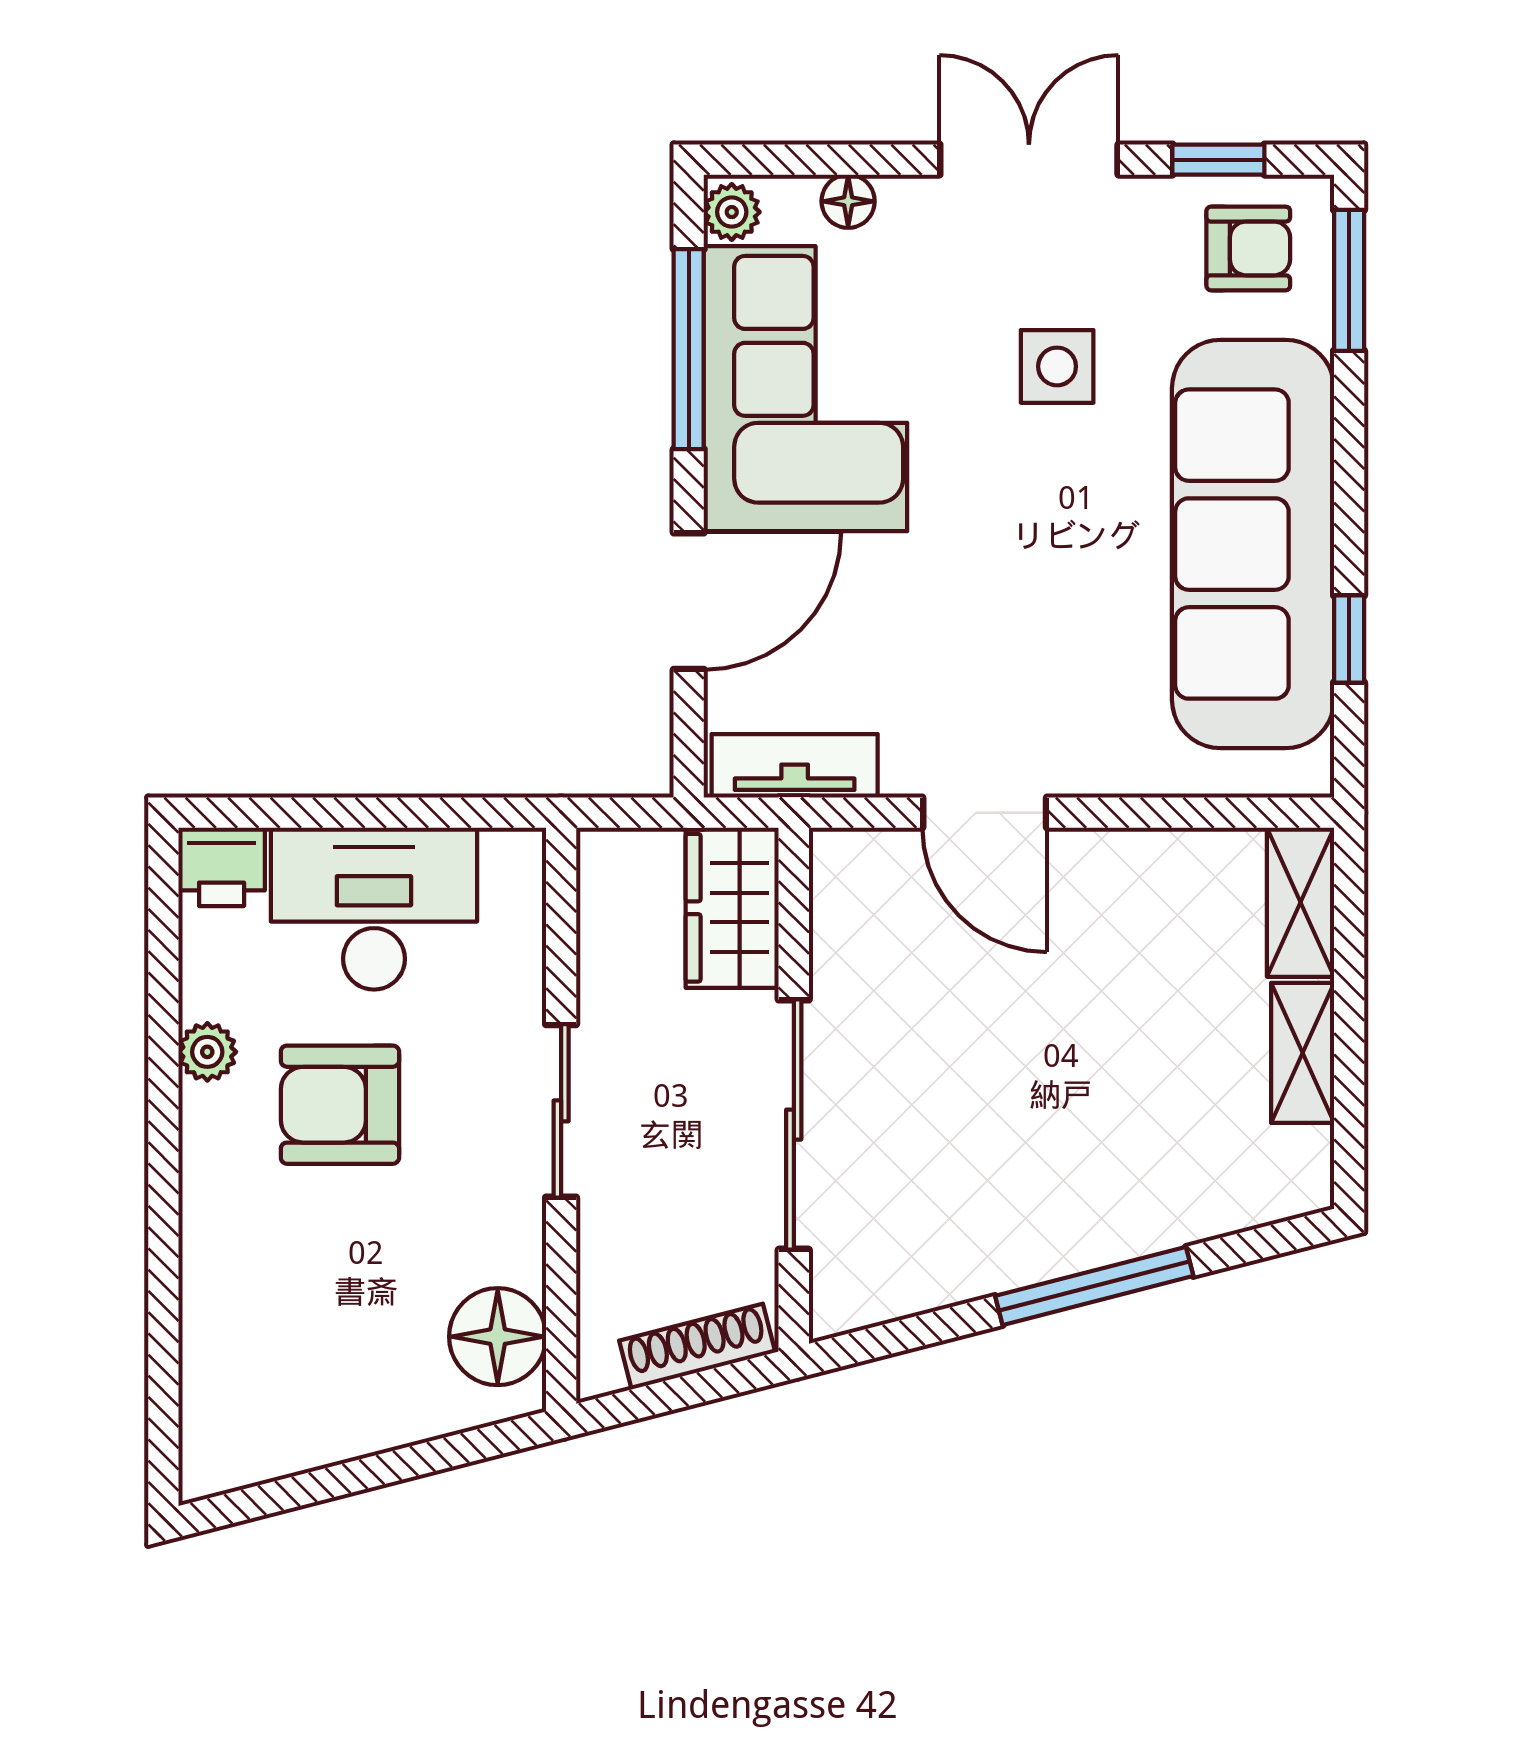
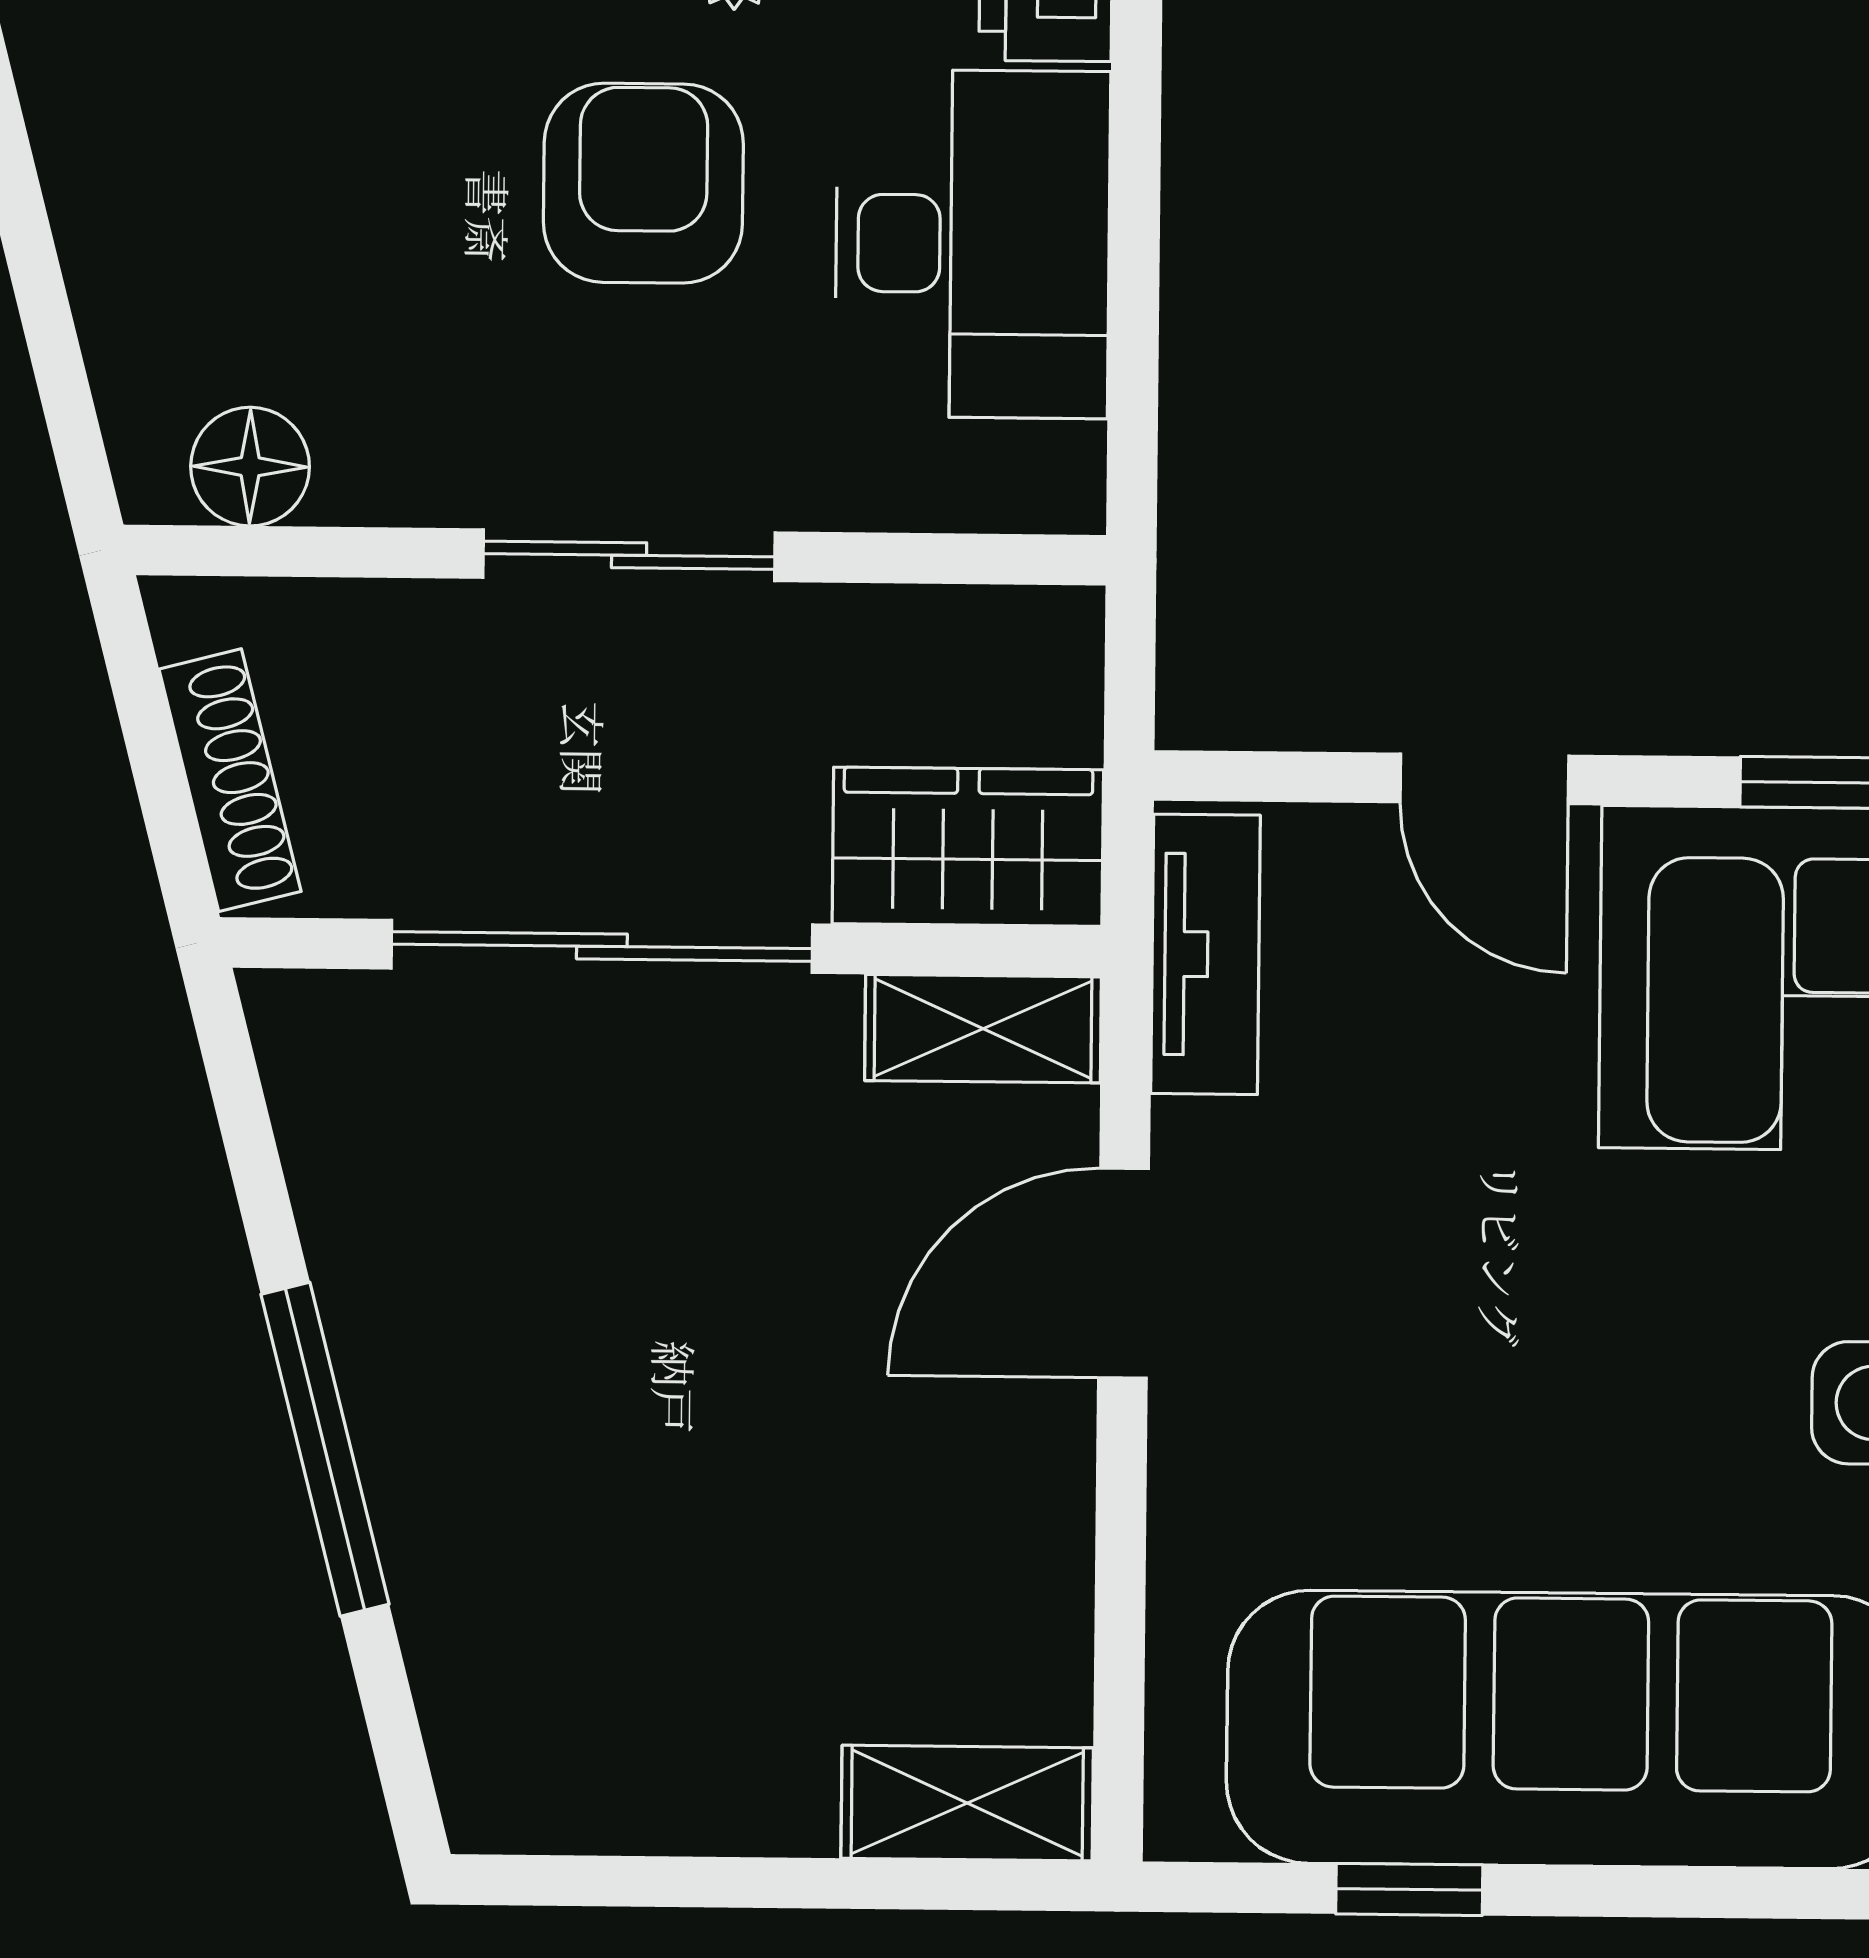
door: (689, 601) -> (1484, 779), width x0.73
shelving: (1303, 1053) -> (983, 1029), moved
floor lamp: (498, 1337) -> (250, 467), width x0.73, depth x0.73

